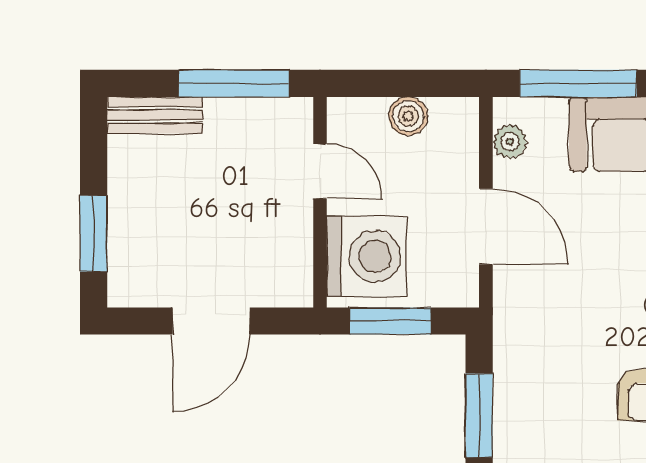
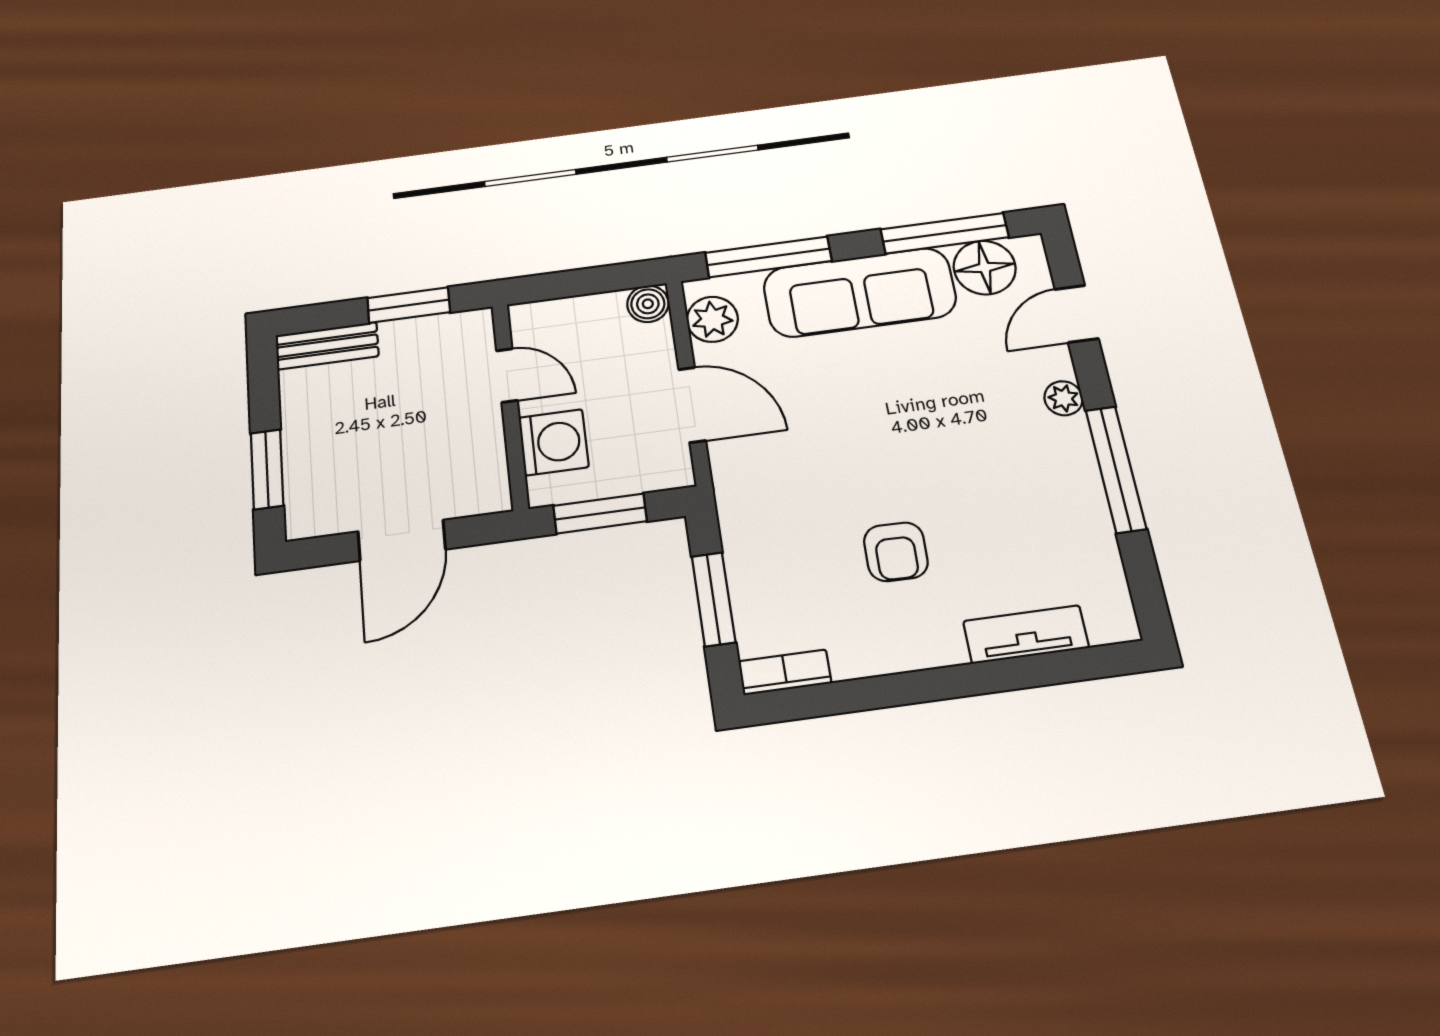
window: (234, 83) -> (409, 305), width x0.69
boiler: (408, 116) -> (648, 304), moved
plant: (510, 142) -> (712, 319), width x1.38, depth x1.38
washing machine: (367, 256) -> (554, 442), width x0.73, depth x0.73

